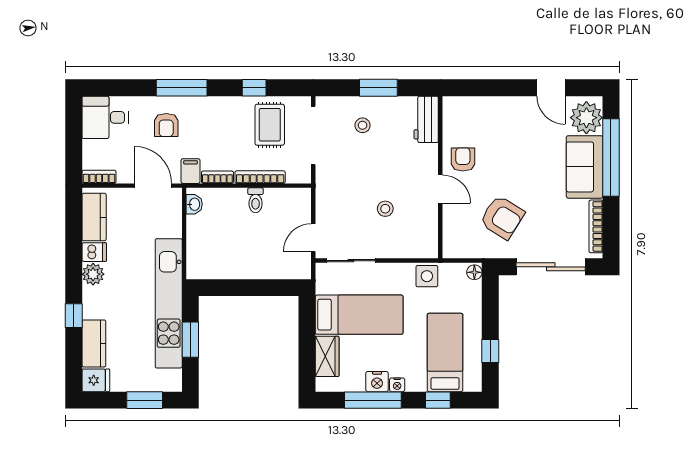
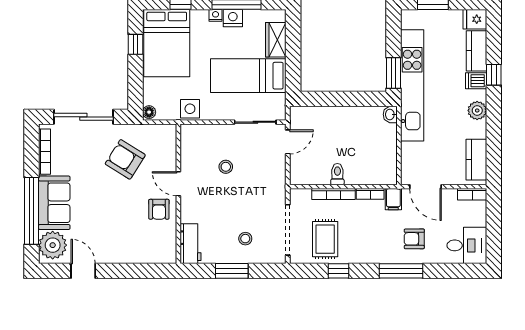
armchair: (166, 125) -> (414, 239), turned -90
washbasin: (194, 204) -> (390, 114), moved
dishwasher: (94, 252) -> (476, 81), moved
window: (190, 340) -> (393, 73), moved
bed: (445, 352) -> (167, 43), width x1.50

